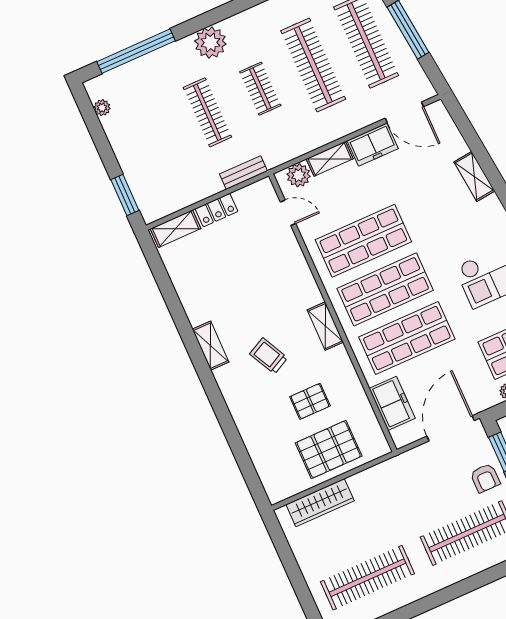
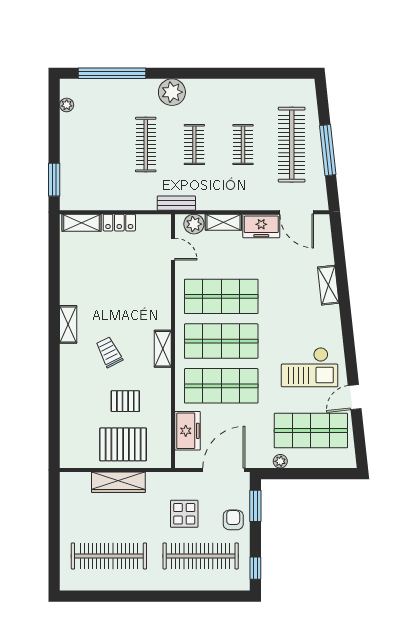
clothes rail: (313, 65) -> (243, 145), width x0.54, depth x0.76
bench: (243, 173) -> (176, 203), moved
armchair: (485, 478) -> (233, 520), turned 180
display table: (429, 495) -> (184, 514), added
wardrobe: (320, 503) -> (118, 482), moved

